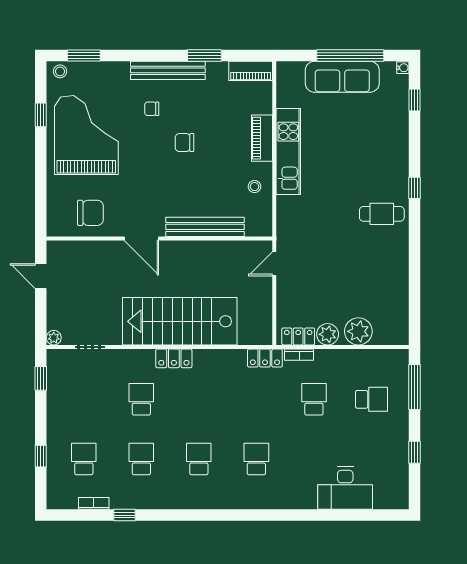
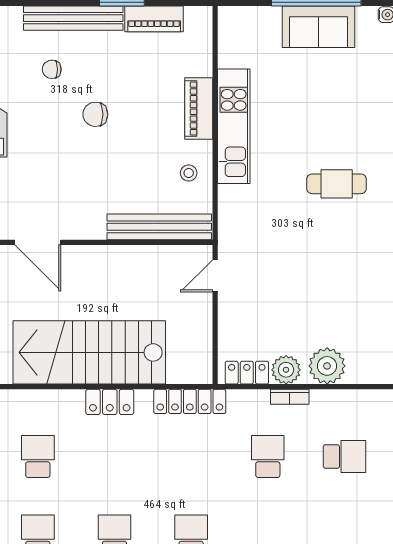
piano: (251, 71) -> (154, 19), moved
sofa: (342, 77) -> (319, 27), width x0.73
cafe table: (382, 214) -> (337, 184), moved
bench: (205, 227) -> (159, 227), moved
bookcase: (299, 355) -> (290, 397), moved
locker: (174, 358) -> (110, 402), moved
locker: (265, 358) -> (190, 401), width x1.53

